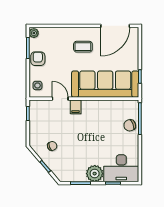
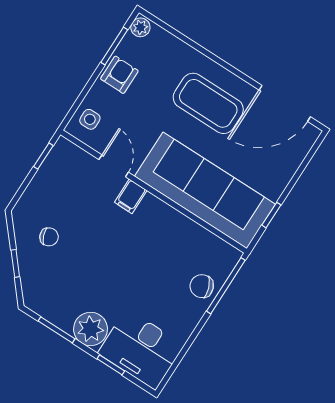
coffee table: (83, 47) -> (208, 103), width x1.86, depth x1.72

